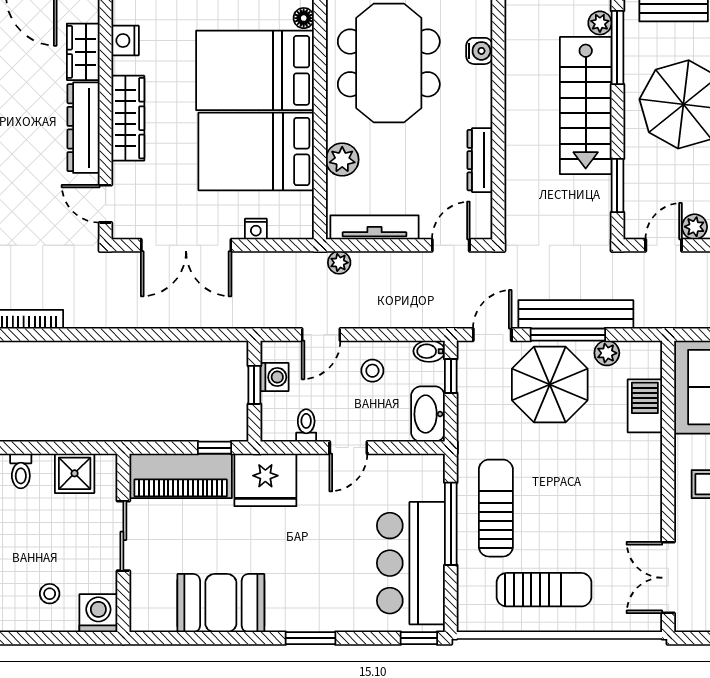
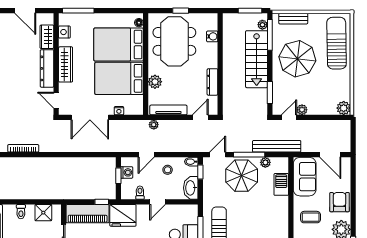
bench: (576, 314) -> (277, 146), moved

